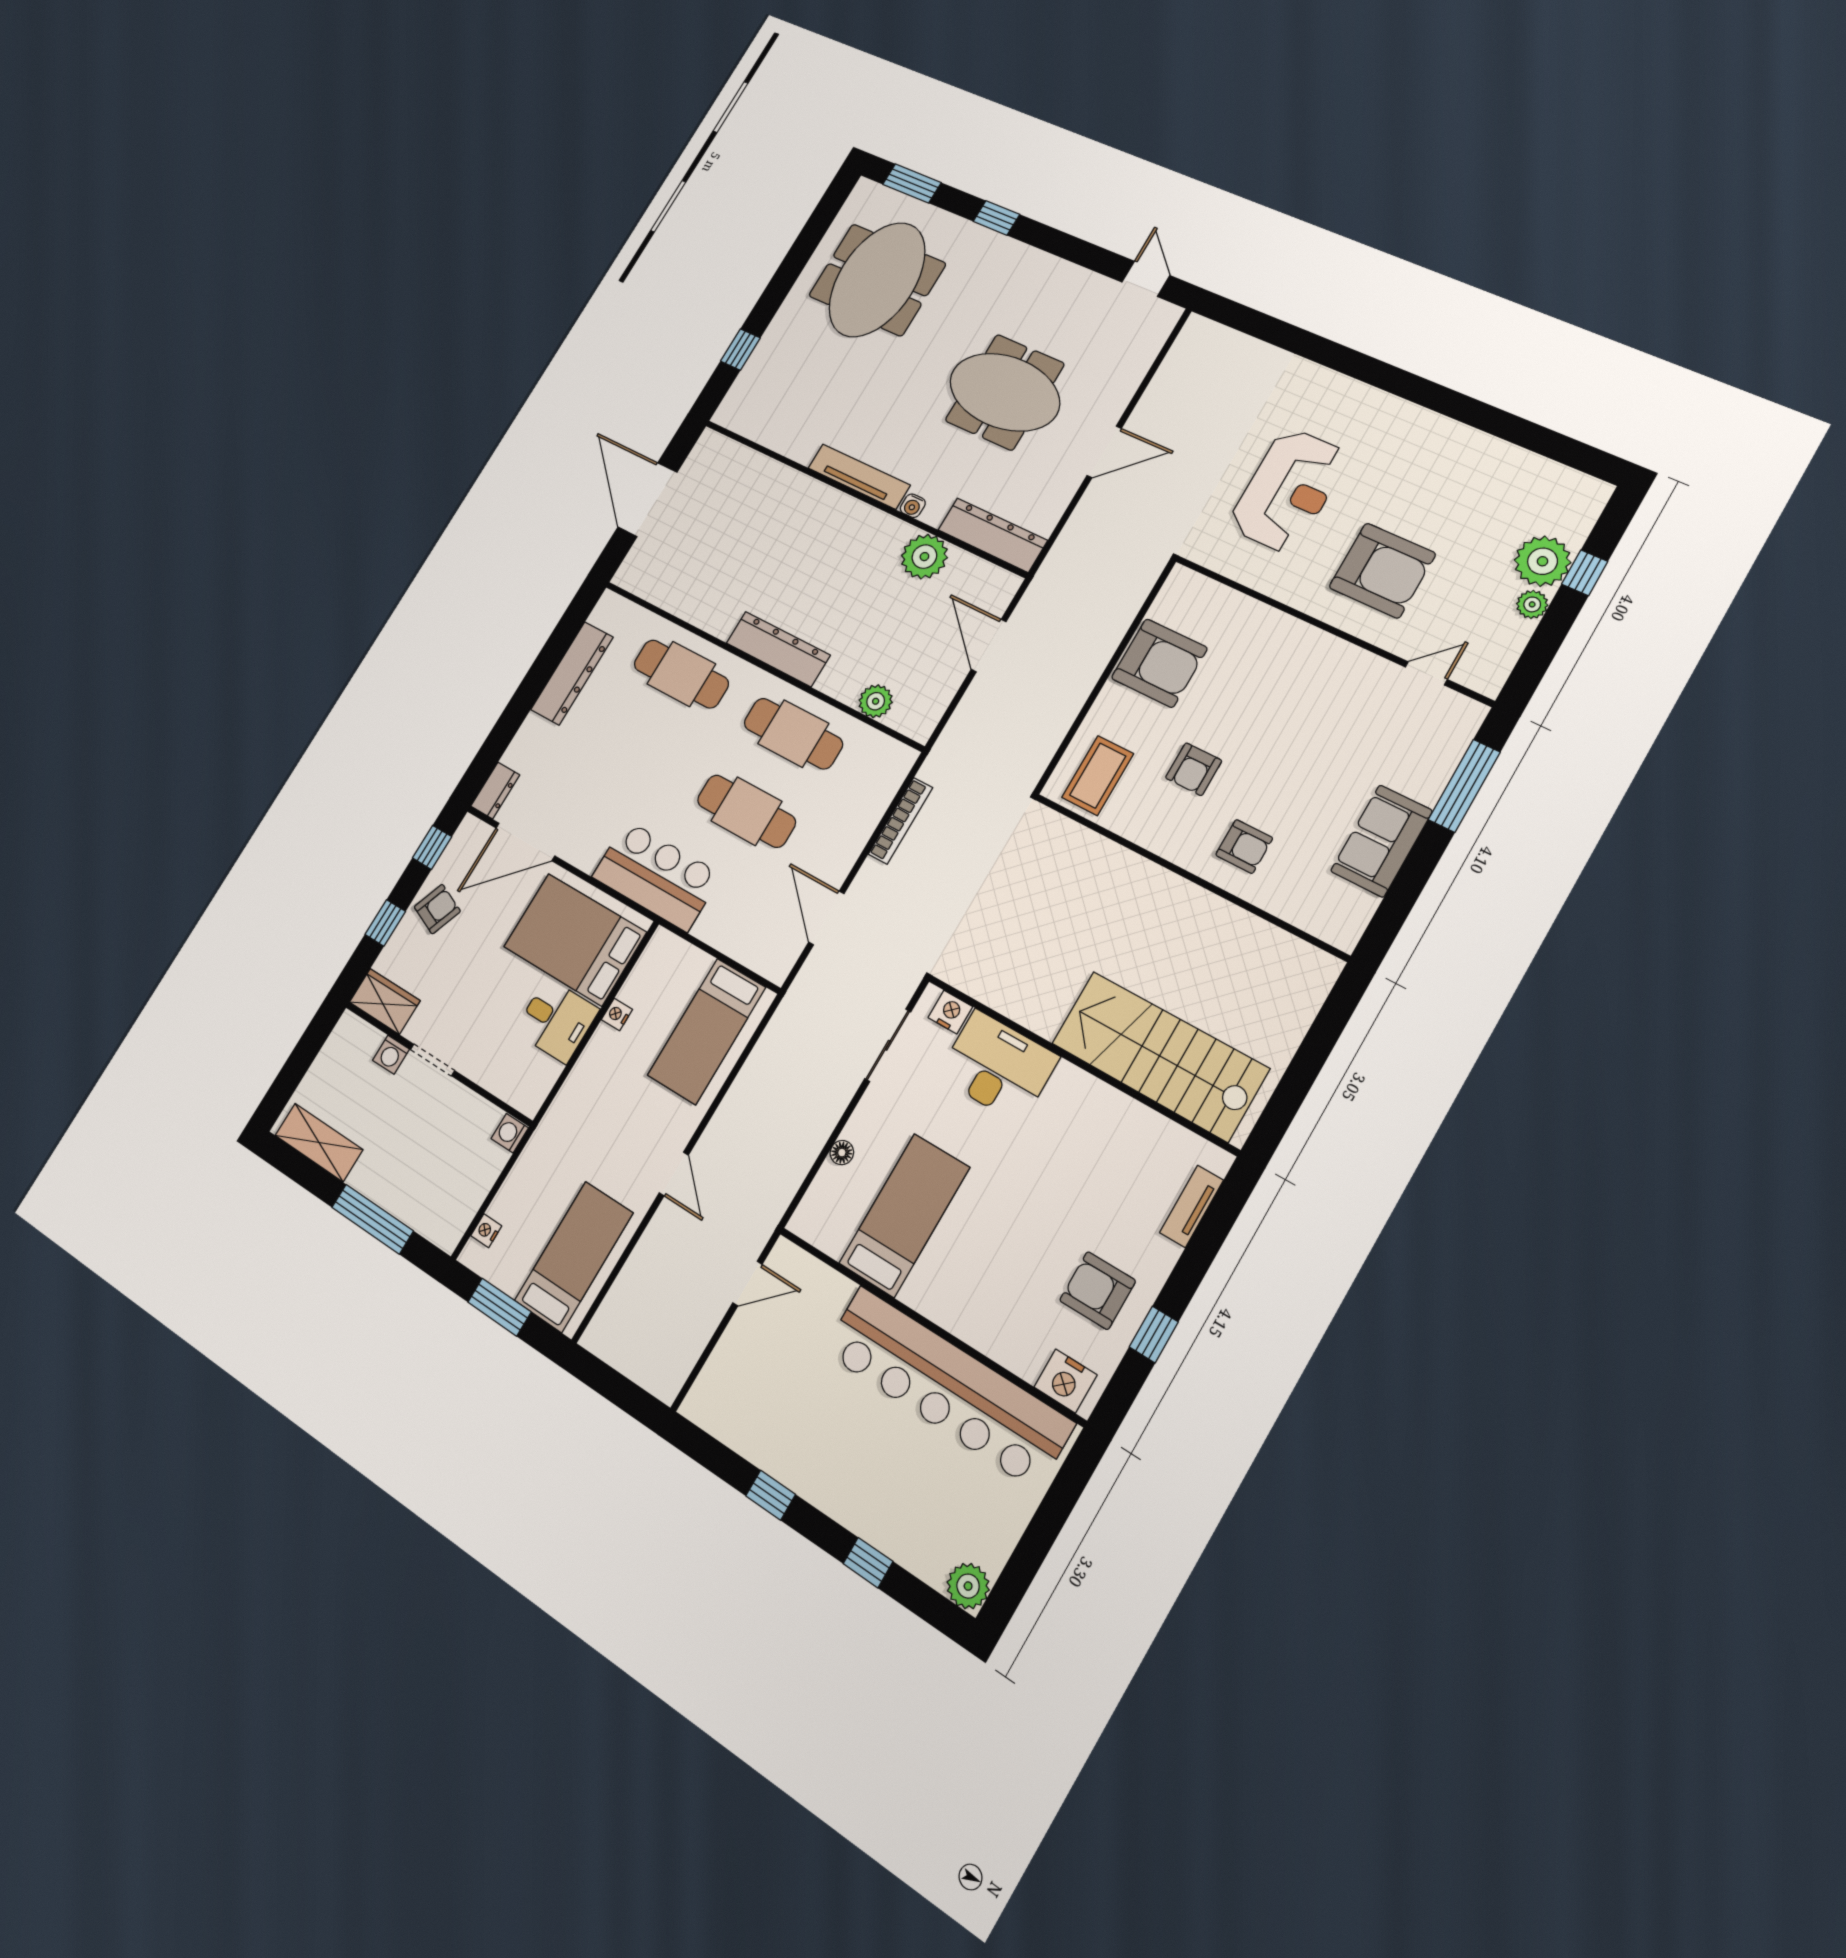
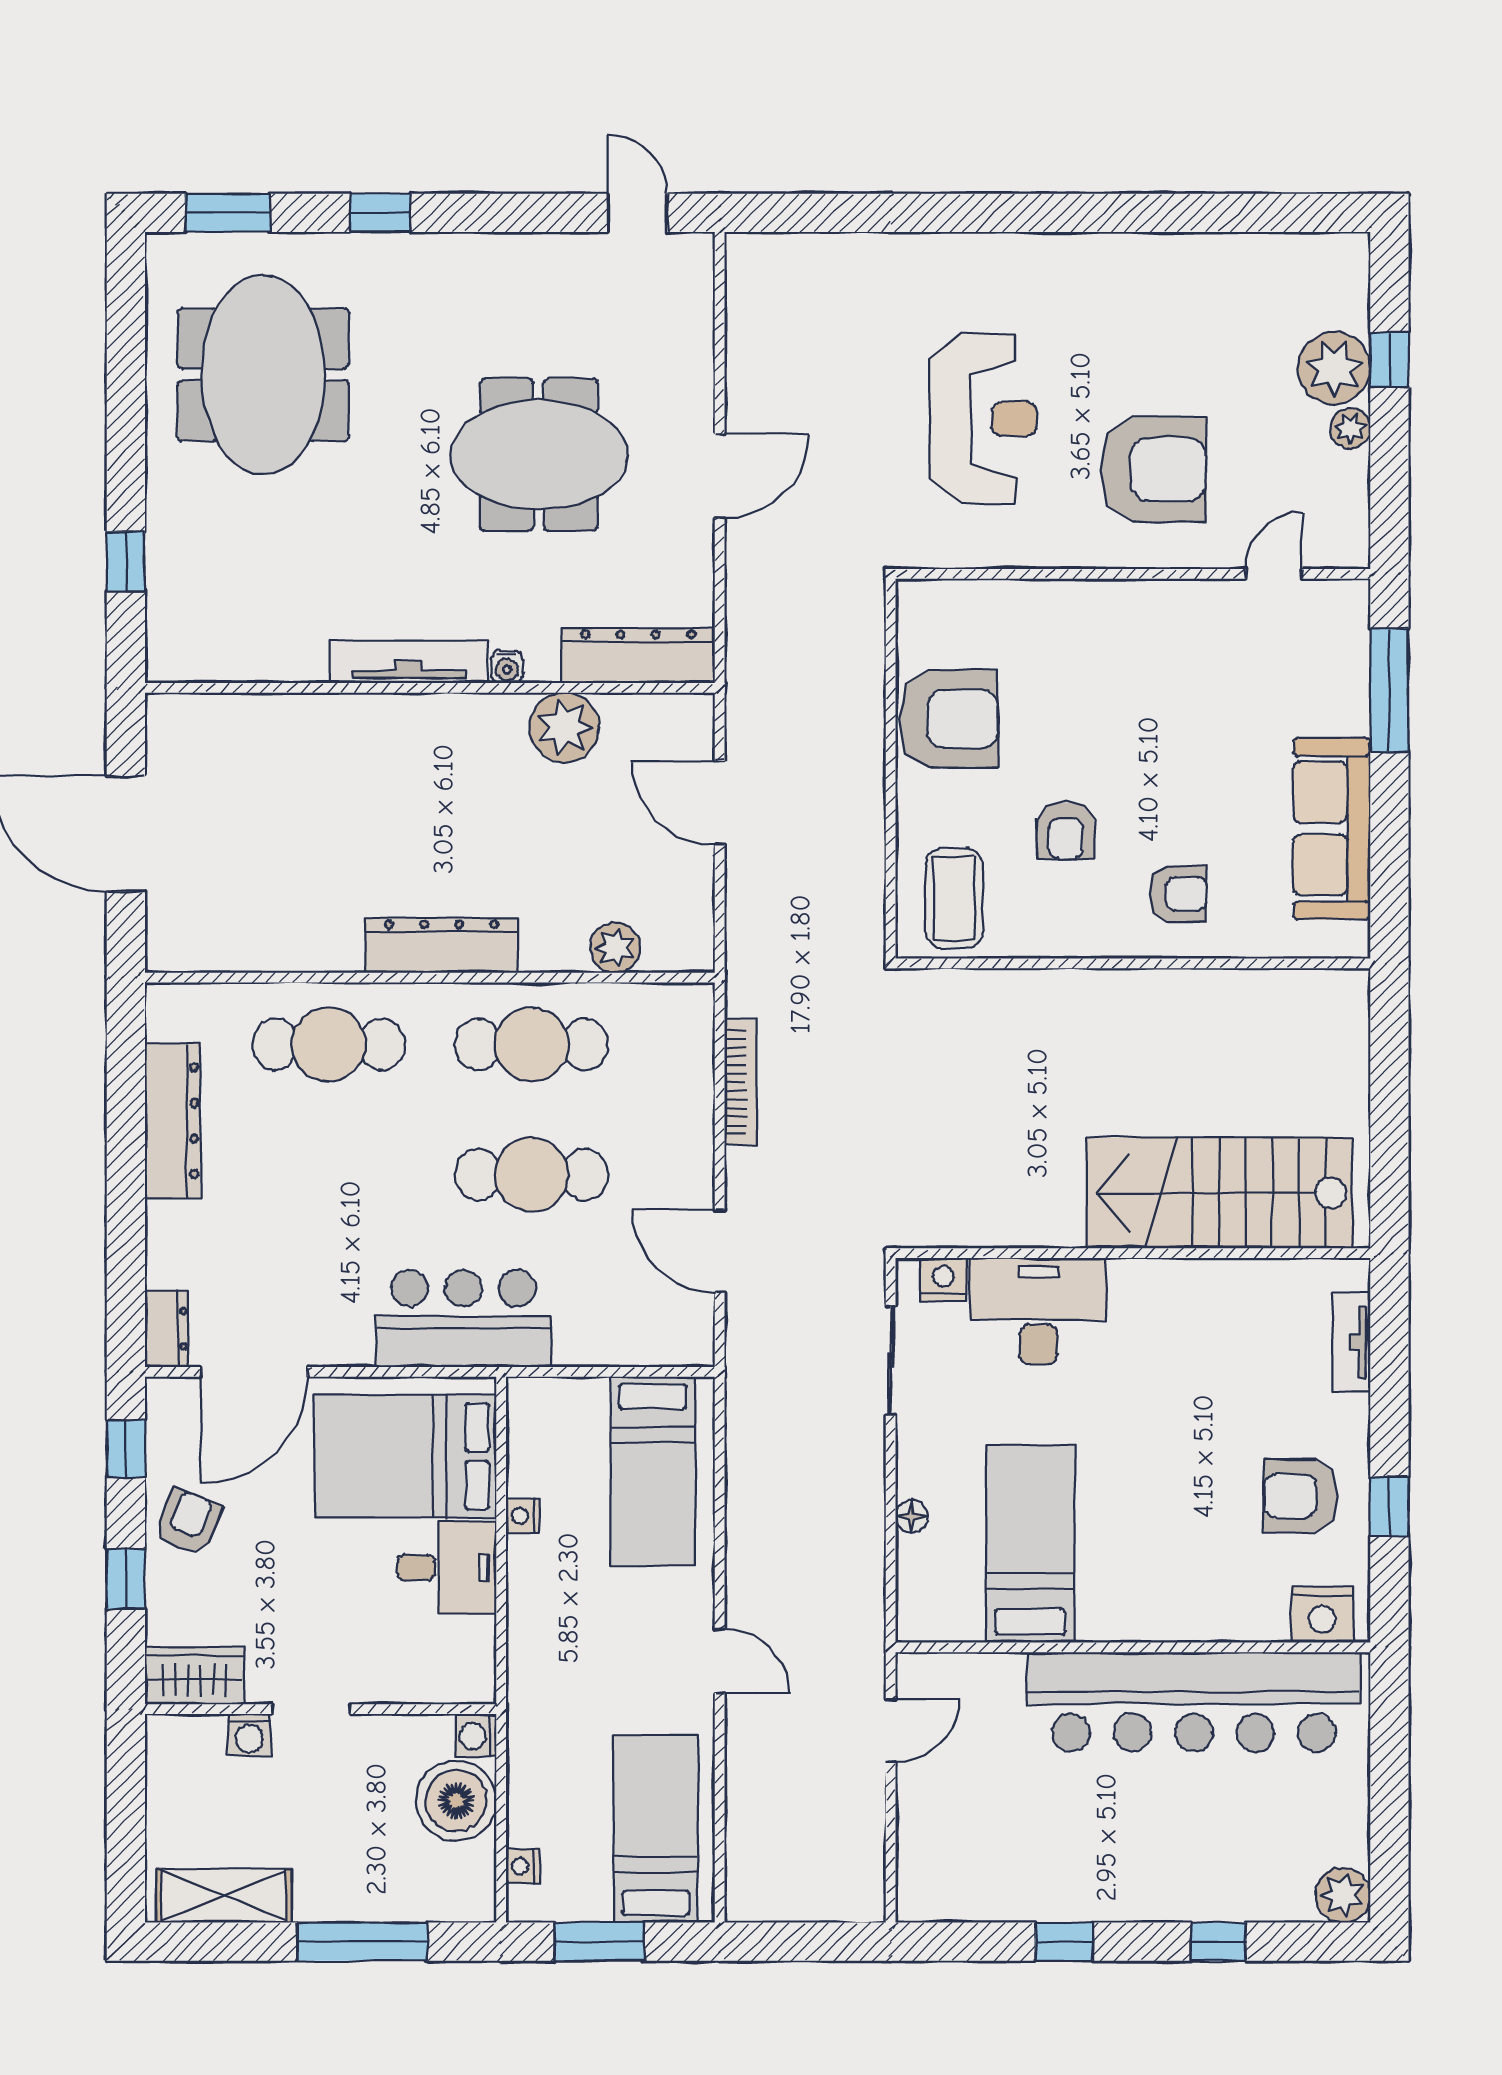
sofa: (1381, 841) -> (1332, 829), width x1.36
boiler: (475, 1166) -> (456, 1801), added

